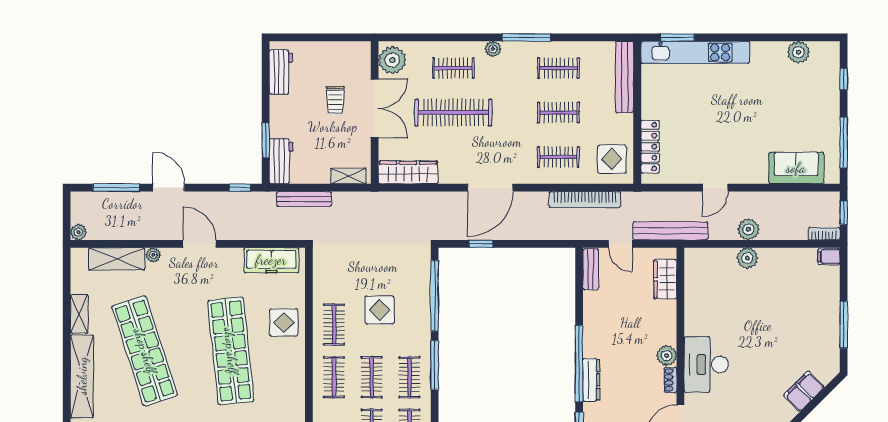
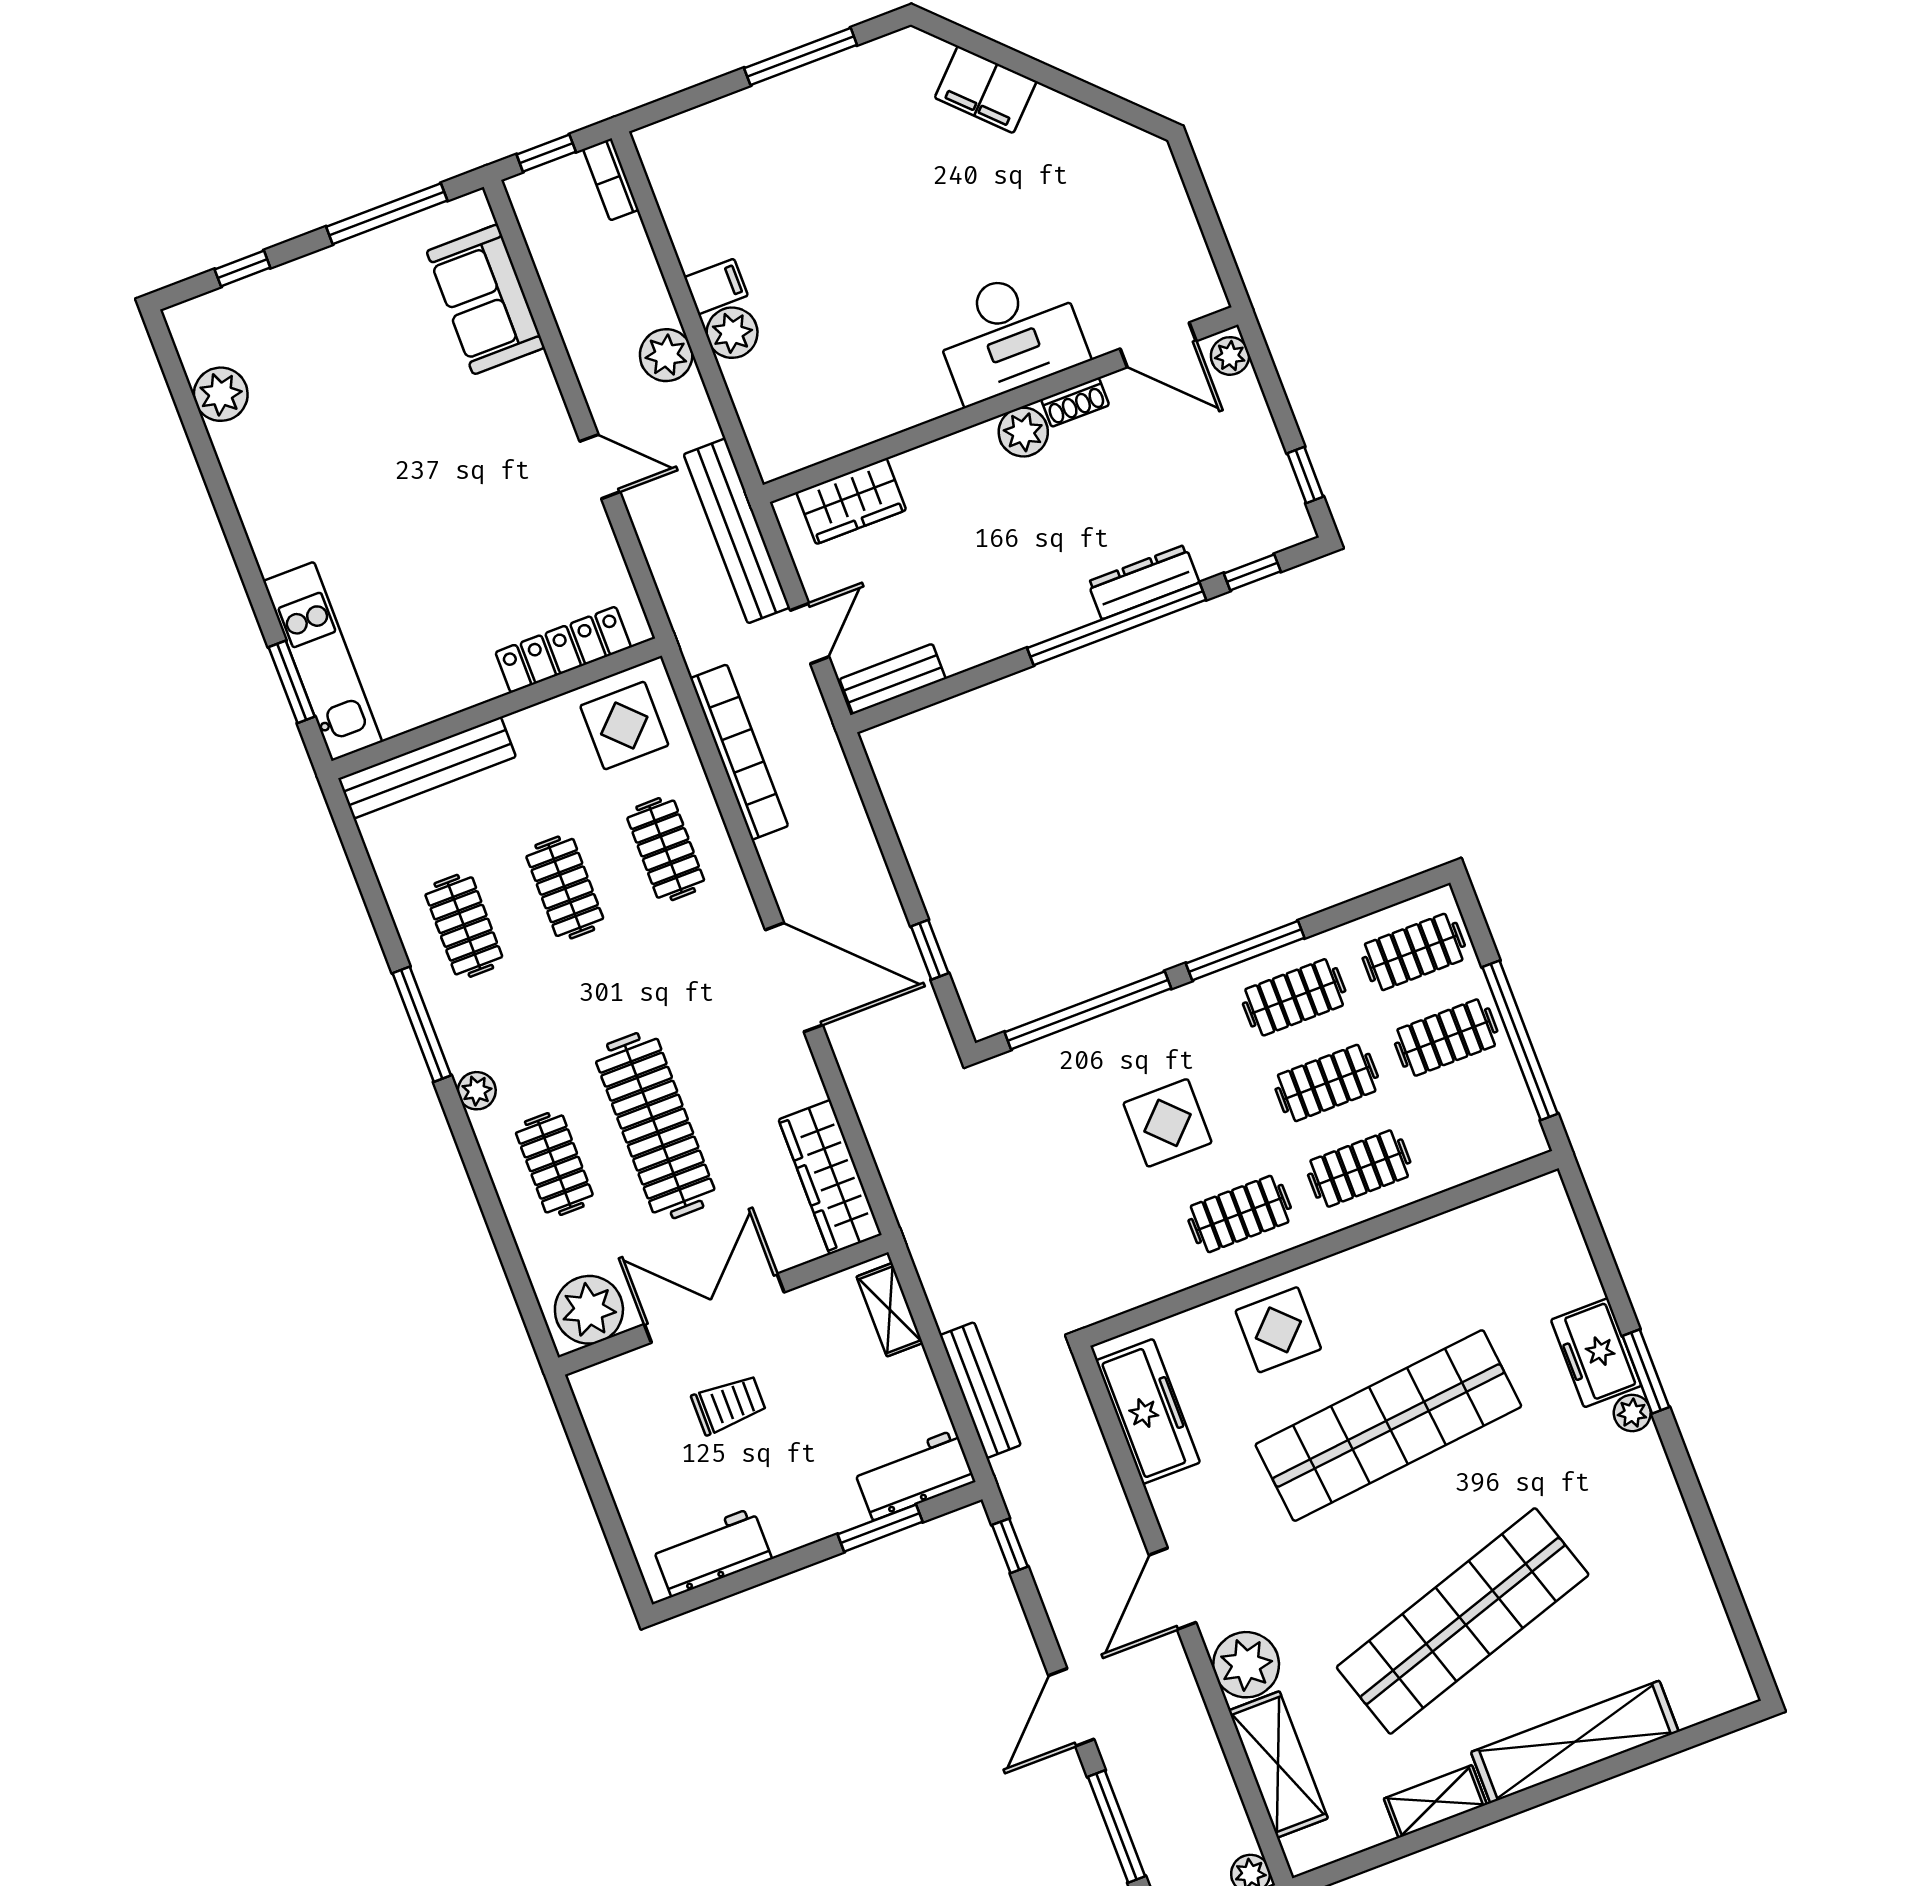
kitchen unit: (695, 52) -> (323, 661), width x0.73
plant: (153, 255) -> (1246, 1665), width x1.88, depth x1.88
filing cabinet: (829, 257) -> (716, 286), moved, turned -90

